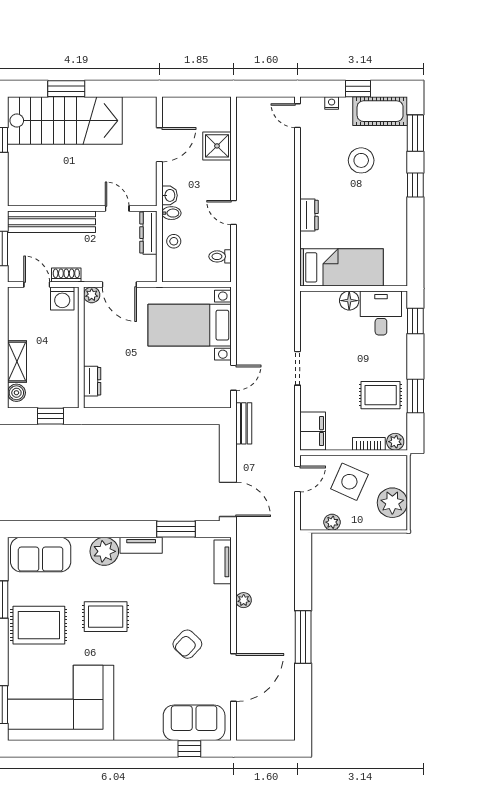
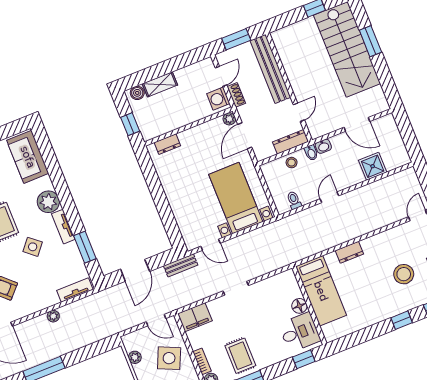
door: (228, 499) -> (135, 270), moved
side table: (151, 592) -> (33, 247), added

